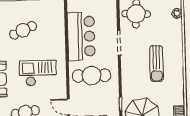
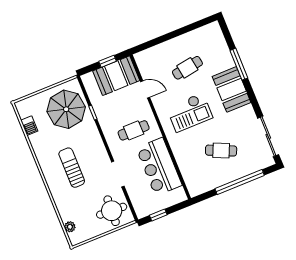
cafe table: (23, 30) -> (221, 151), turned 48
cafe table: (91, 76) -> (134, 130), width x0.73, depth x0.74

